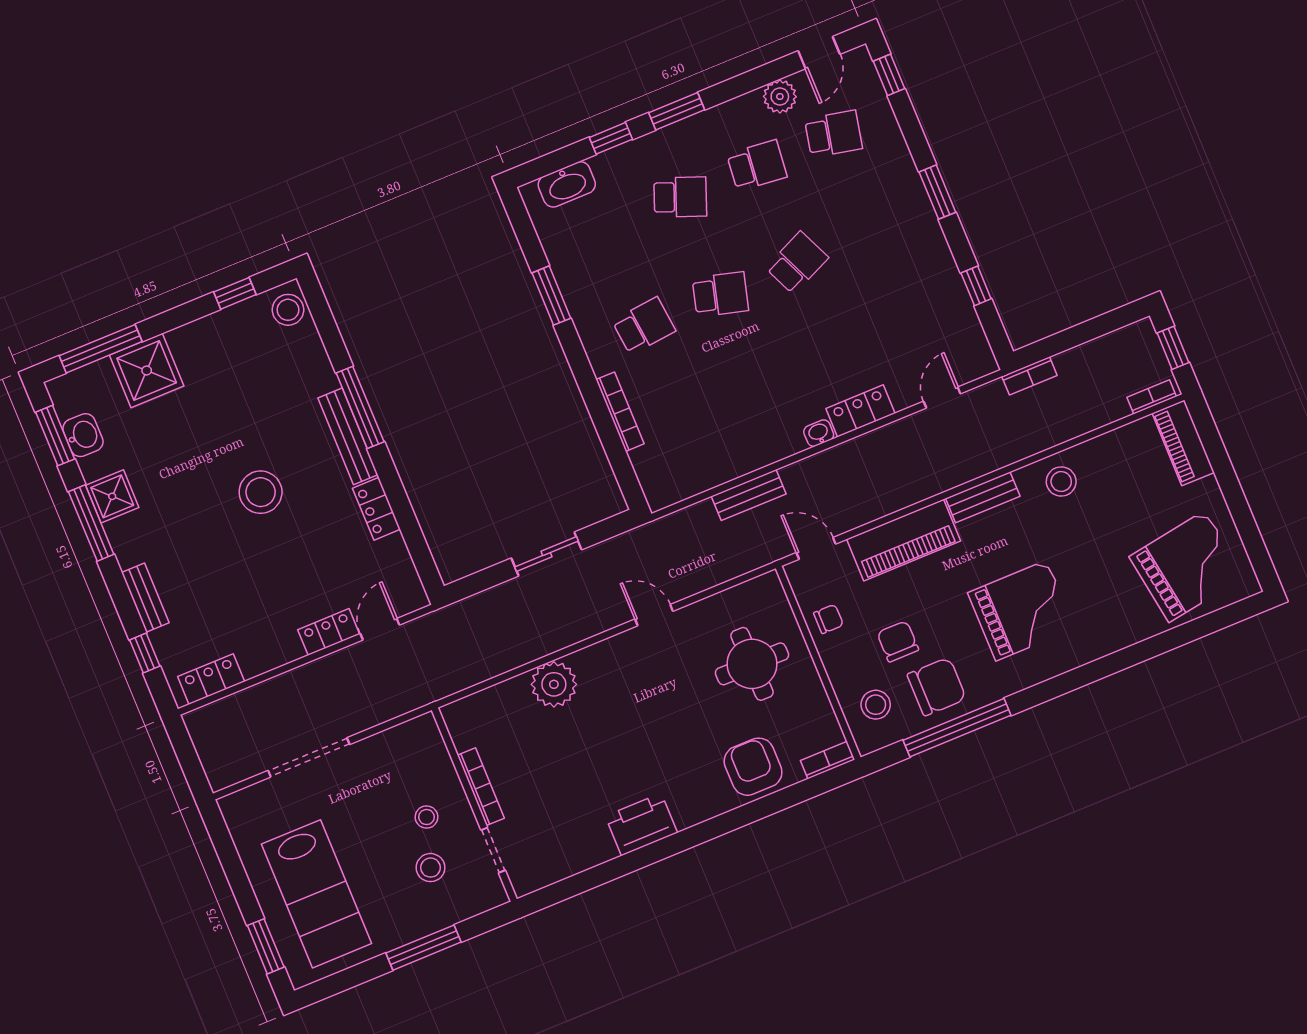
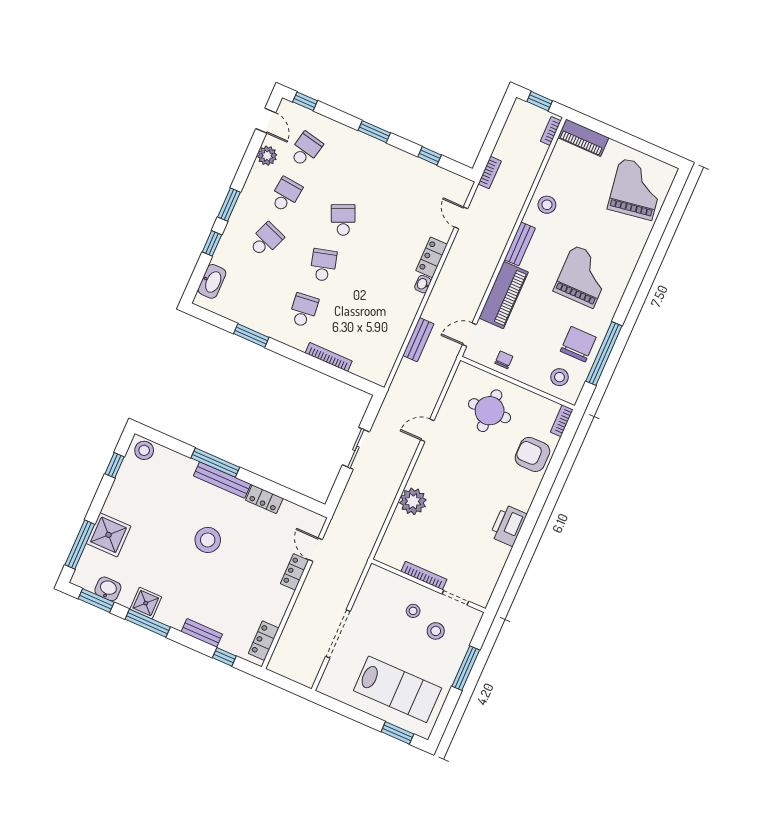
school desk: (720, 294) -> (323, 265), turned -30
chair: (898, 641) -> (543, 341), removed

